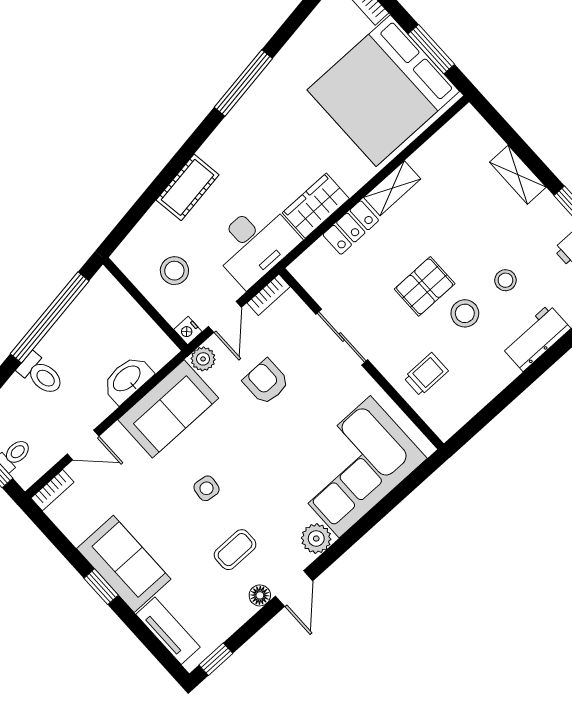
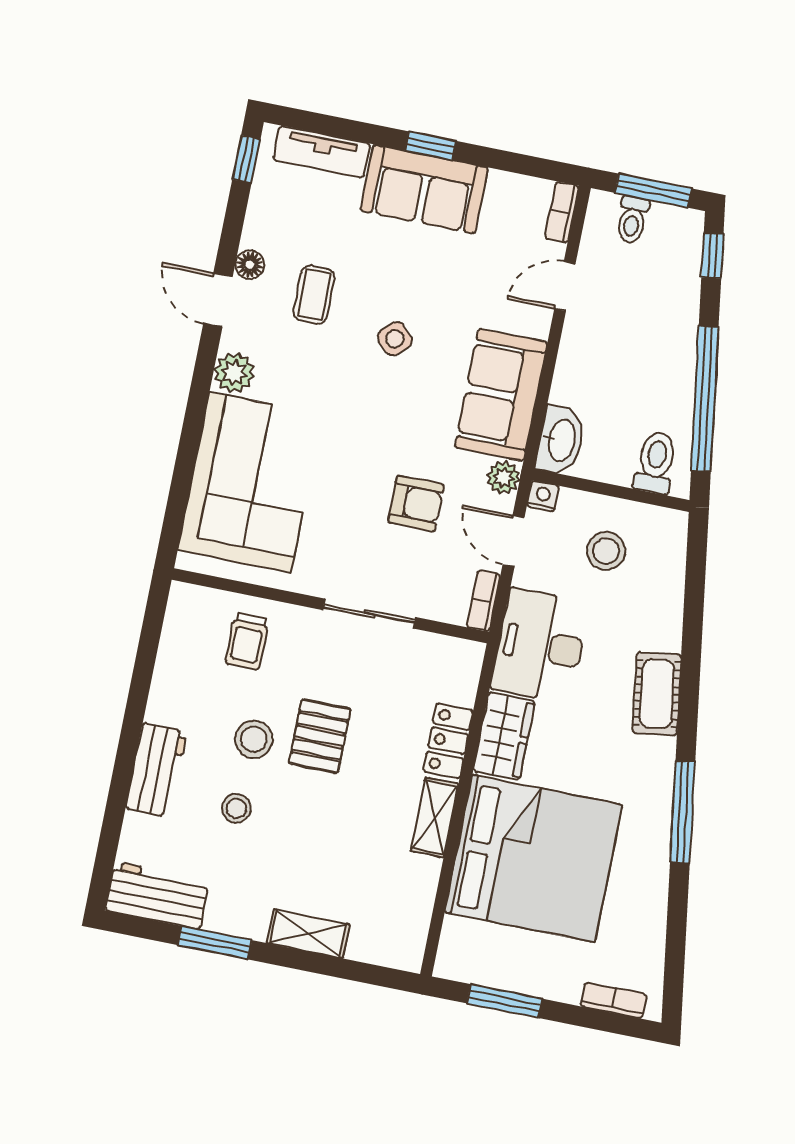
bed: (383, 91) -> (534, 859), moved, turned 90
cot: (188, 187) -> (657, 694), moved
toilet: (41, 374) -> (656, 463), moved, turned 98
washbasin: (127, 379) -> (561, 440), moved
side table: (207, 488) -> (395, 339), turned 37

